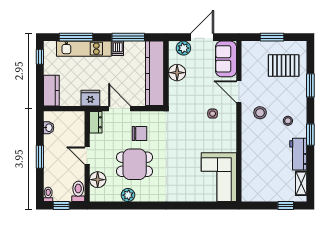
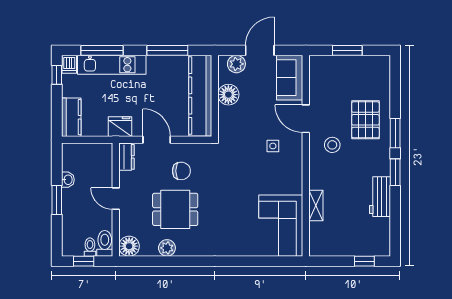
dishwasher: (118, 48) -> (69, 64), moved
pallet: (284, 65) -> (365, 120), moved, turned 90
window: (310, 85) -> (395, 133), moved
stool: (288, 121) -> (367, 155), removed
washbasin: (49, 128) -> (68, 180), moved
floor lamp: (98, 180) -> (129, 246), moved
shelving: (301, 183) -> (316, 206), moved
toilet: (48, 194) -> (90, 247), moved

